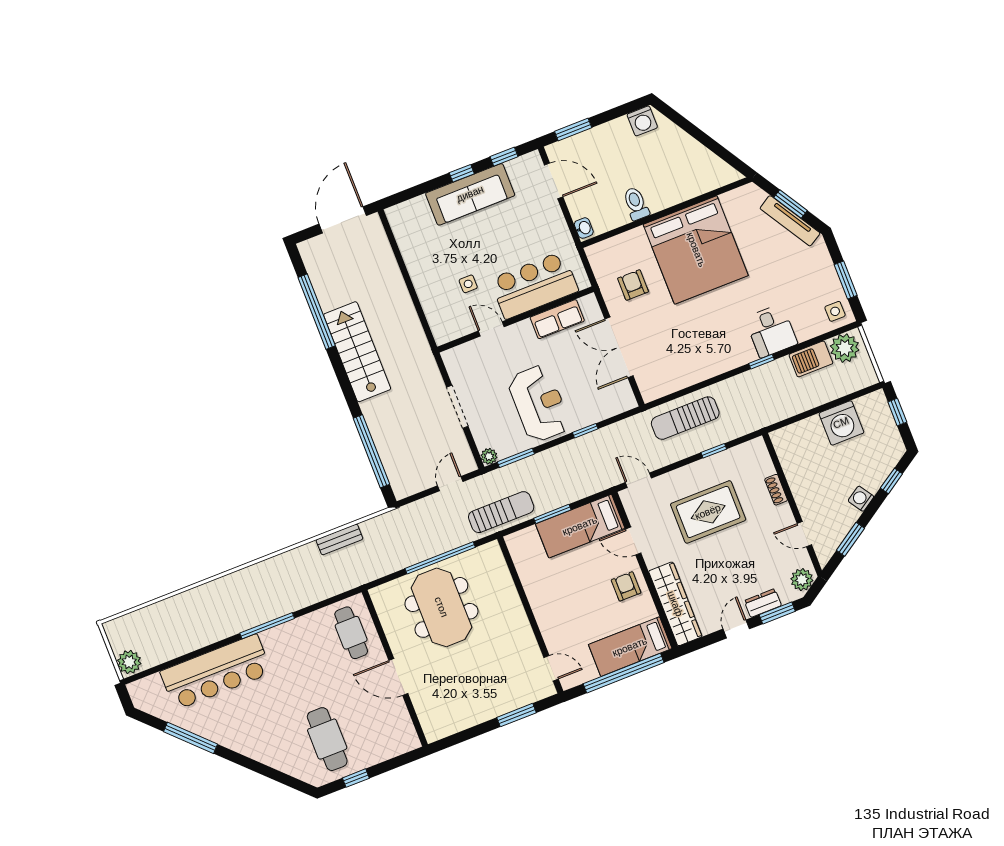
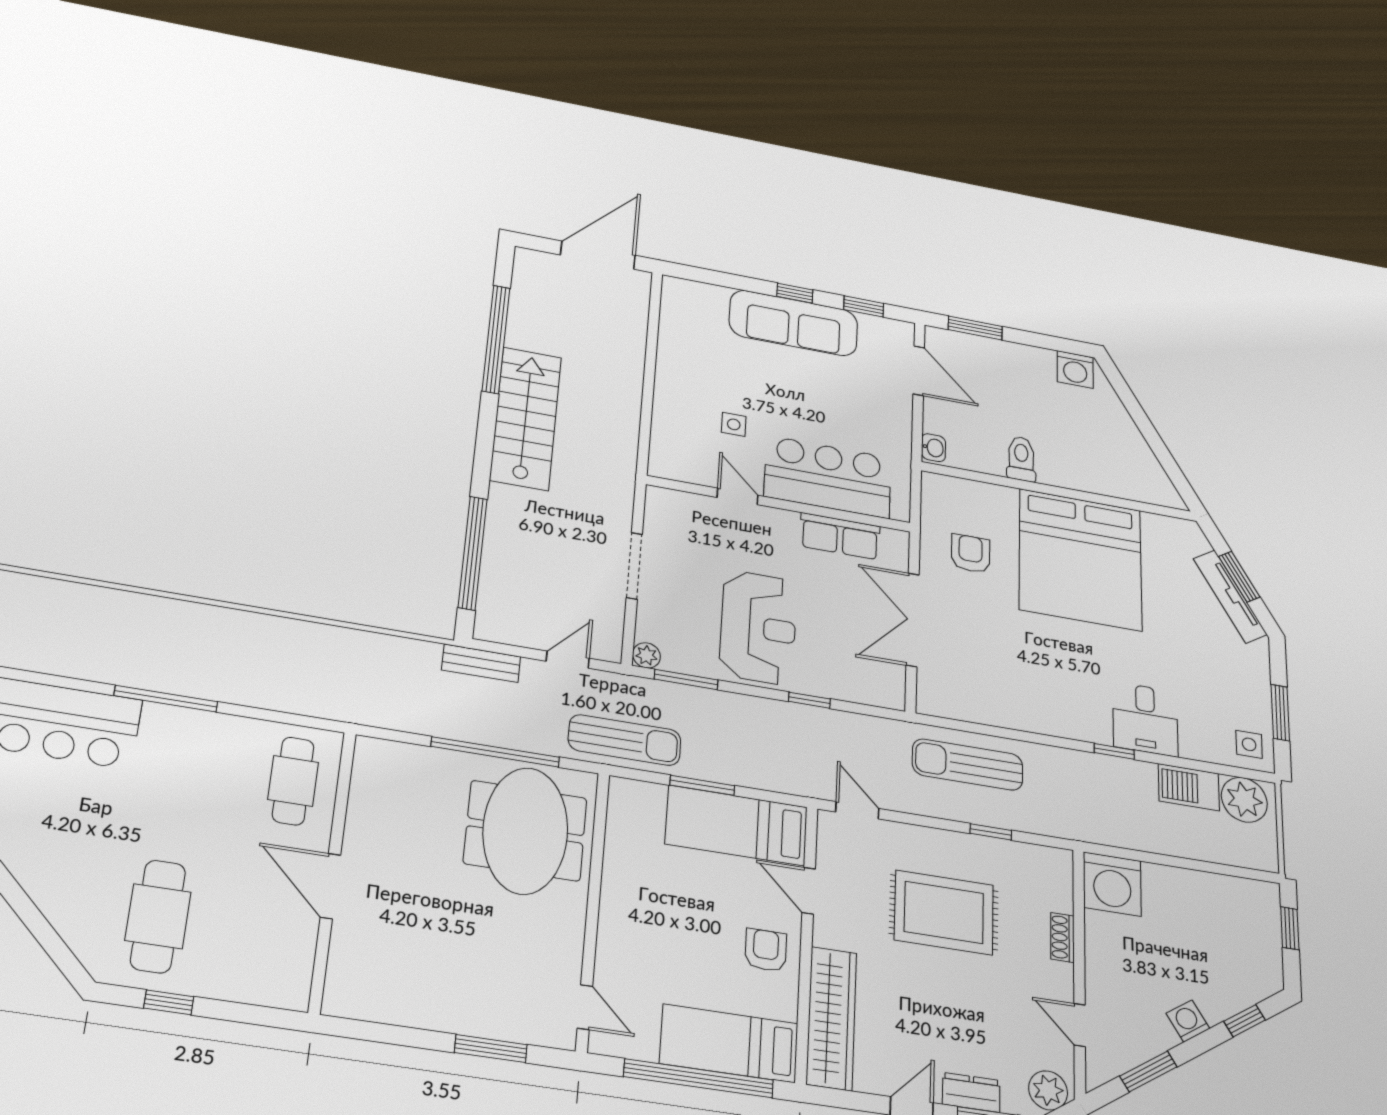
washing machine: (841, 423) -> (1112, 884), moved
bench: (339, 539) -> (481, 663), moved
meeting table: (441, 607) -> (525, 831), moved

